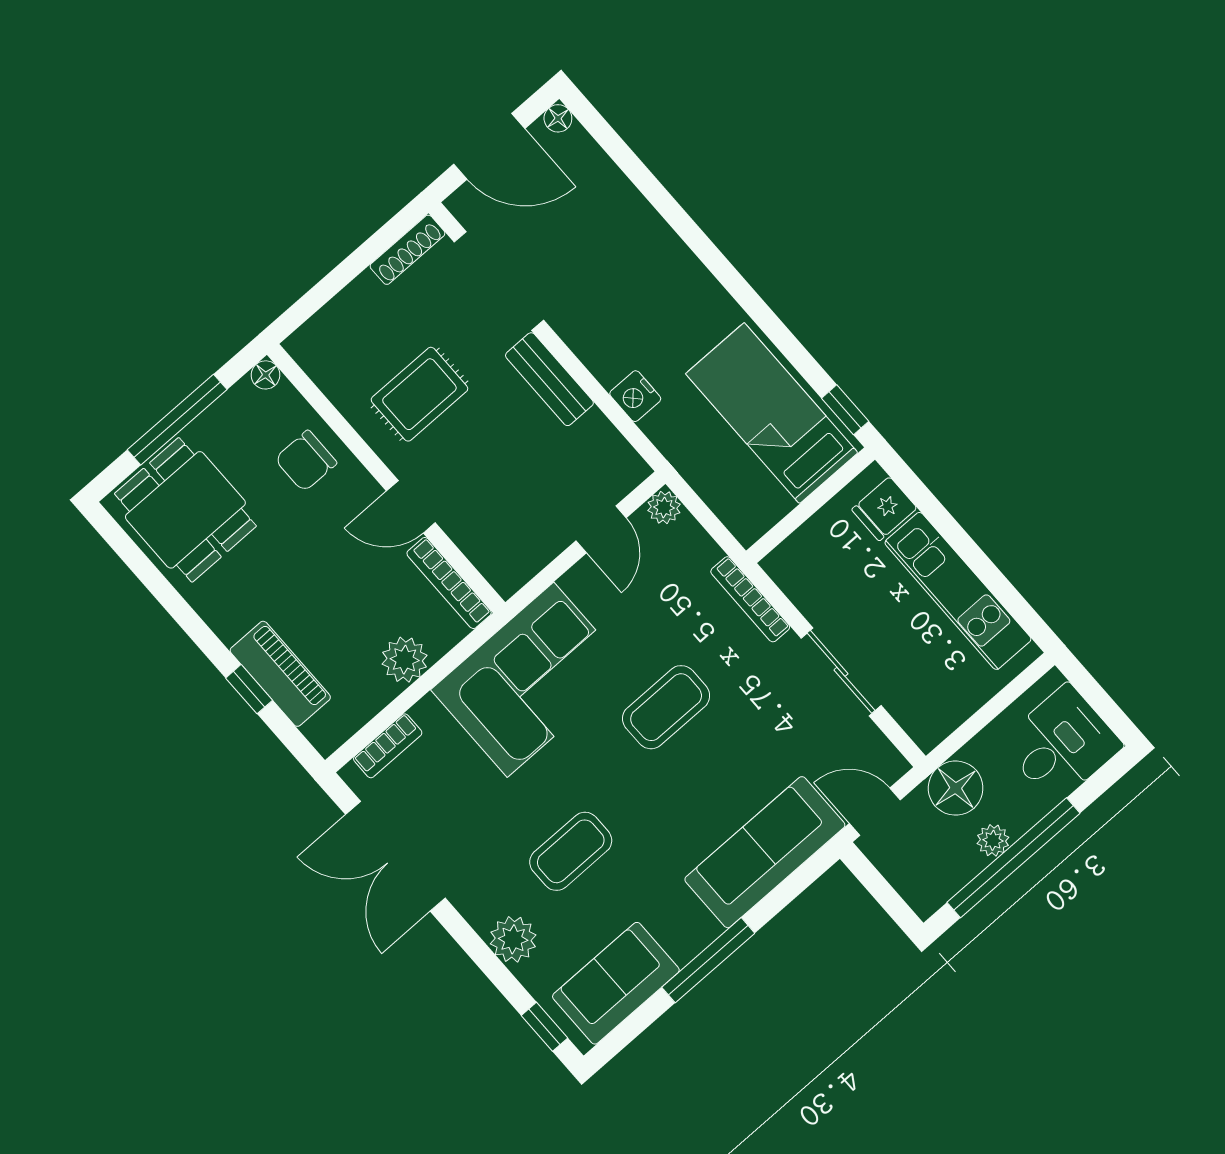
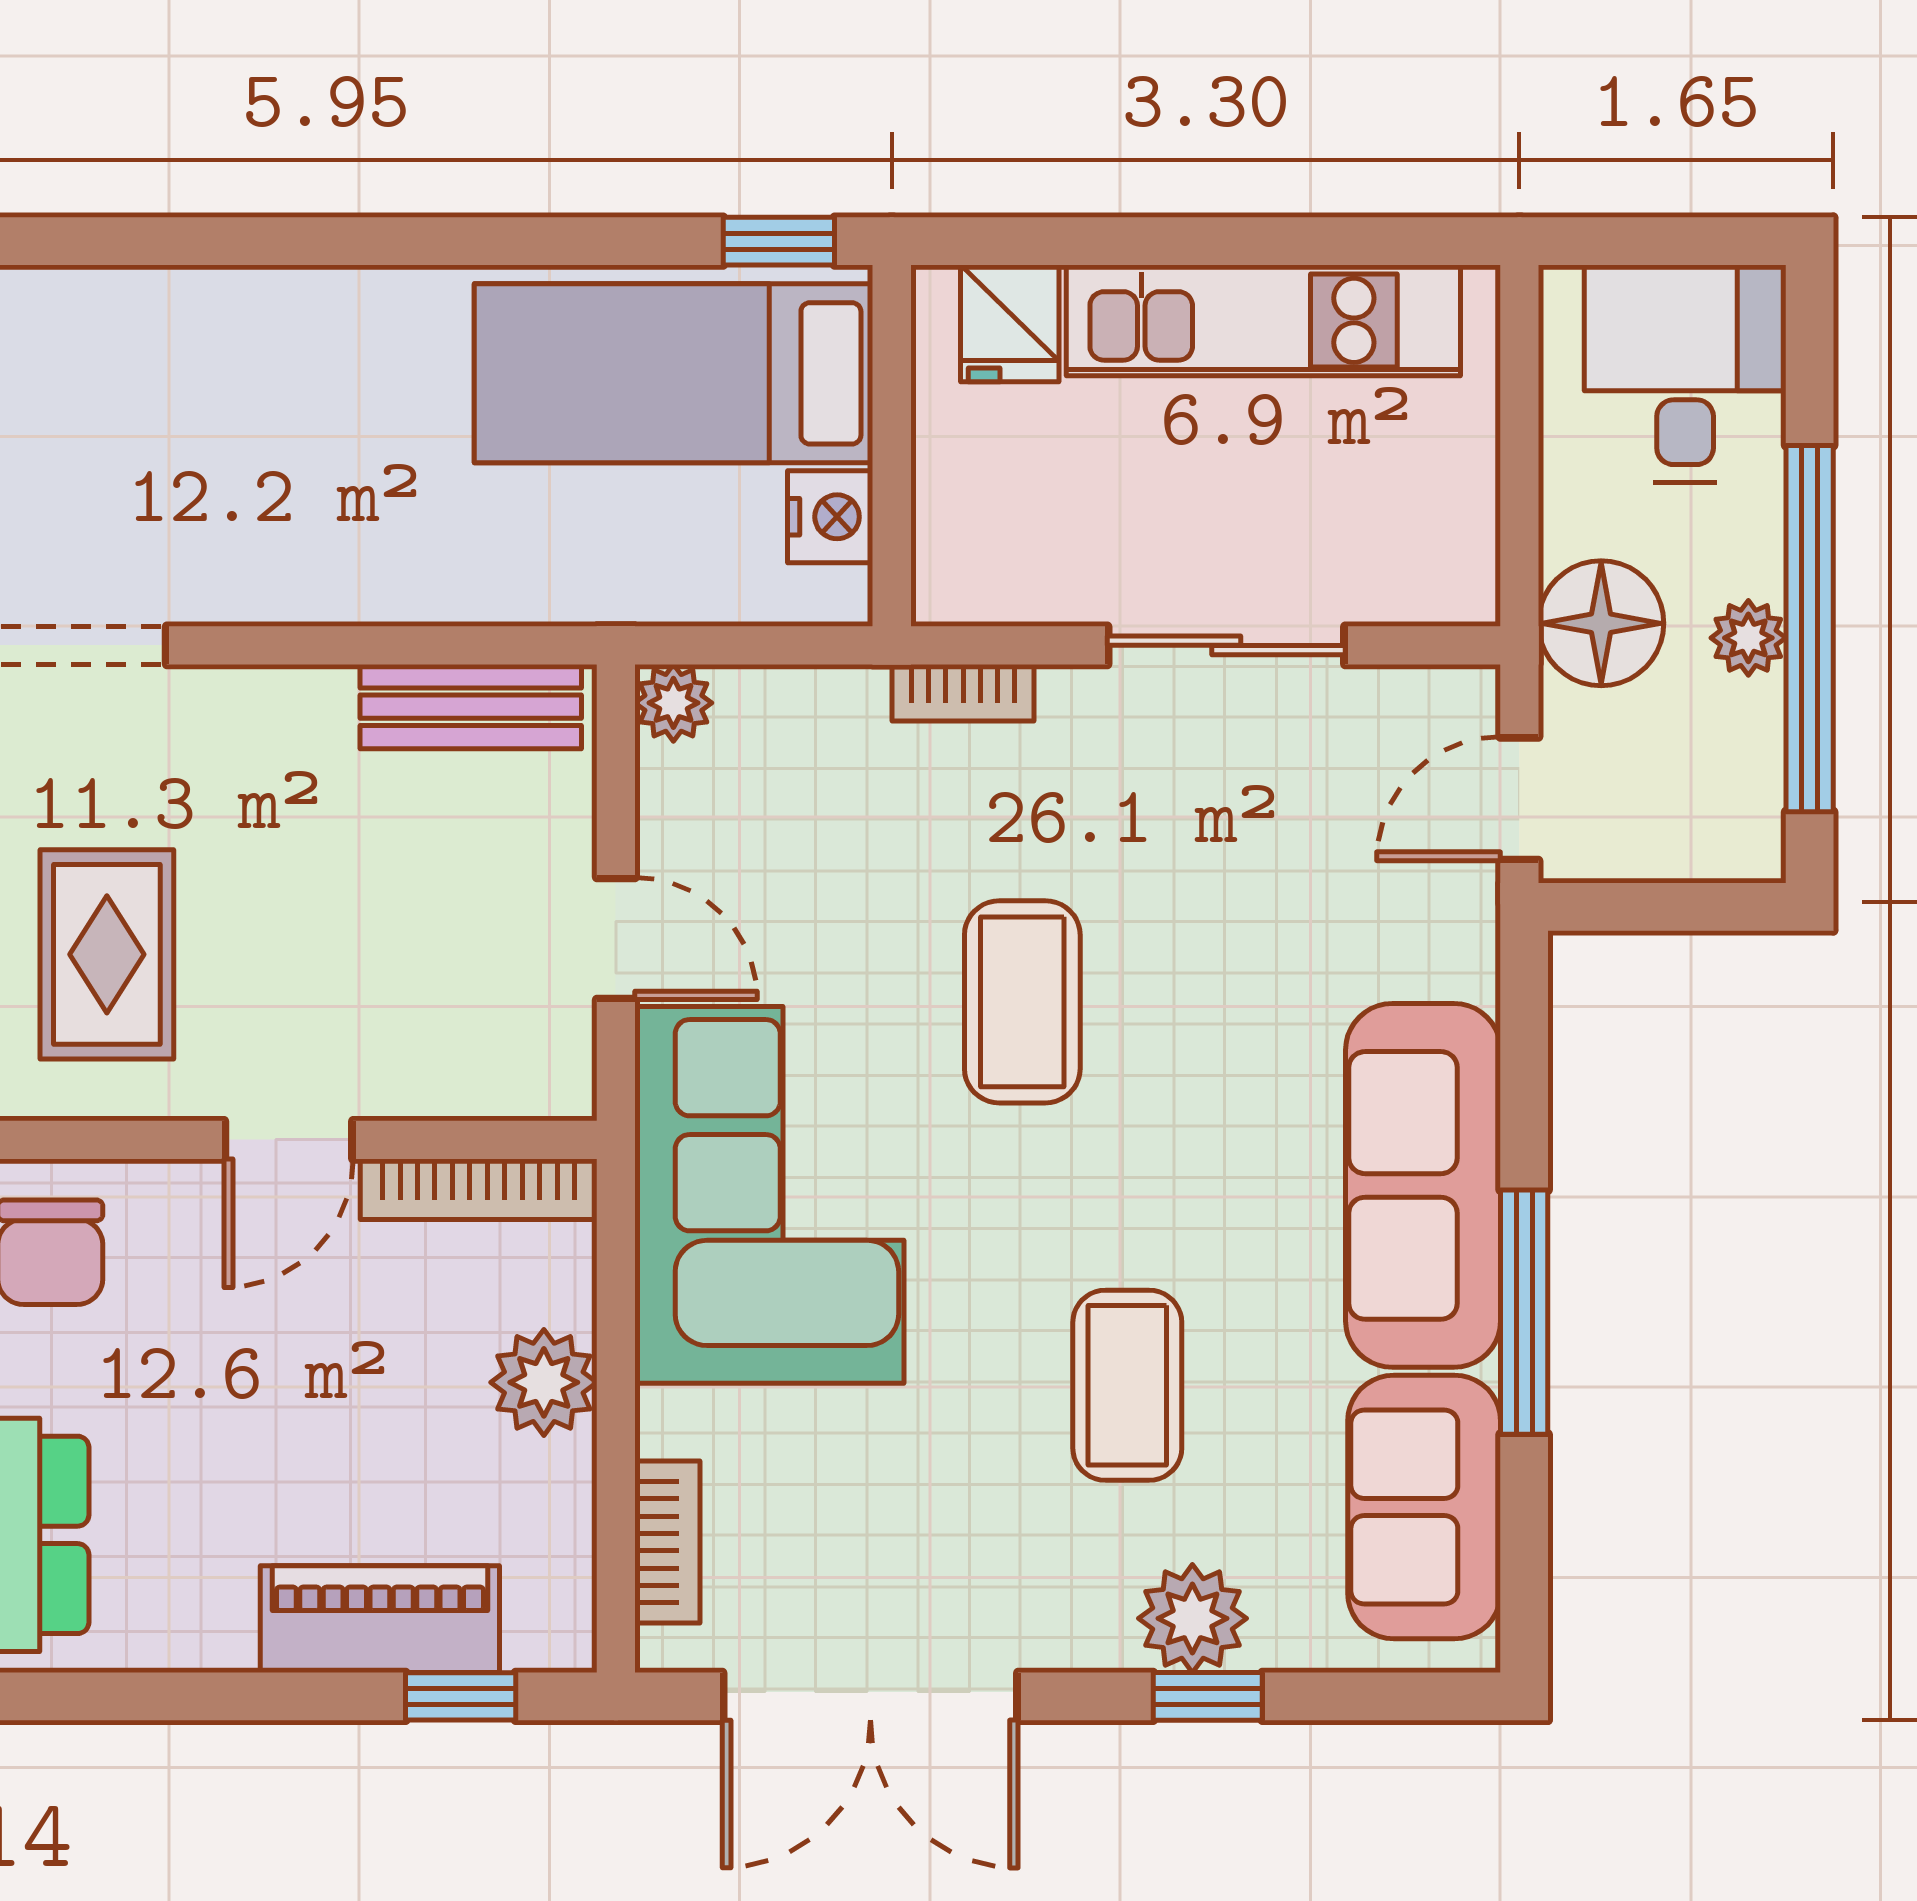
bench: (549, 379) -> (471, 707), moved
nightstand: (635, 396) -> (830, 517), moved, turned -90
door: (601, 529) -> (616, 939), moved
bookcase: (750, 599) -> (963, 693), width x0.64
window: (249, 689) -> (461, 1696), moved
sofa: (765, 852) -> (1423, 1185), moved
window: (545, 1027) -> (1208, 1696), moved

